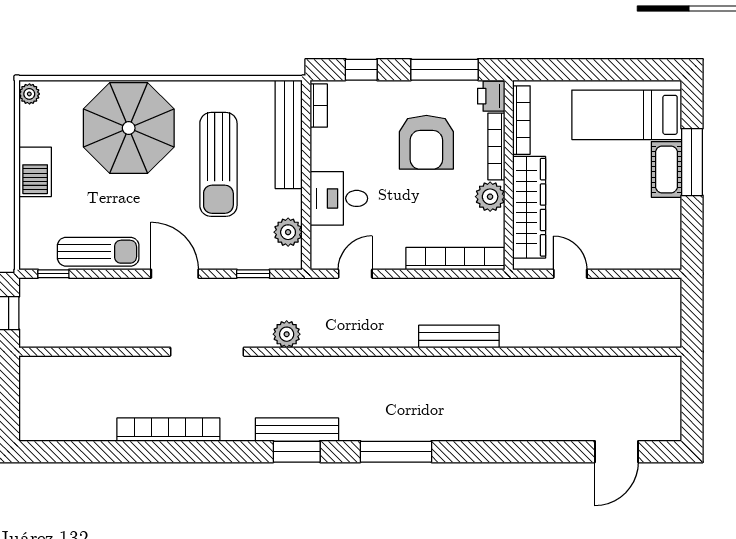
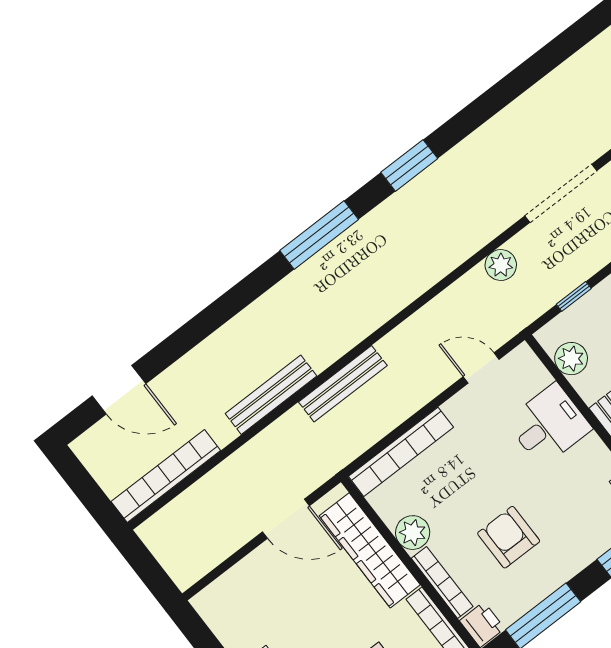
armchair: (426, 142) -> (509, 537), width x0.73, depth x0.73
door: (355, 274) -> (481, 368), swing flipped
door: (570, 274) -> (286, 519), width x1.38
bookcase: (168, 430) -> (166, 476), moved, turned 180
bench: (297, 430) -> (271, 395), moved
door: (617, 452) -> (119, 390), swing flipped

